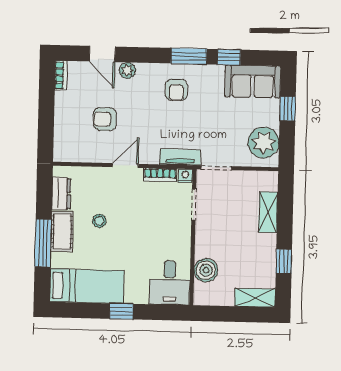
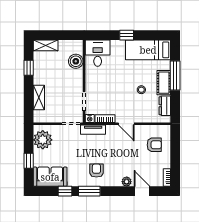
armchair: (105, 119) -> (154, 145), moved
door: (125, 165) -> (126, 124), hinge flipped

